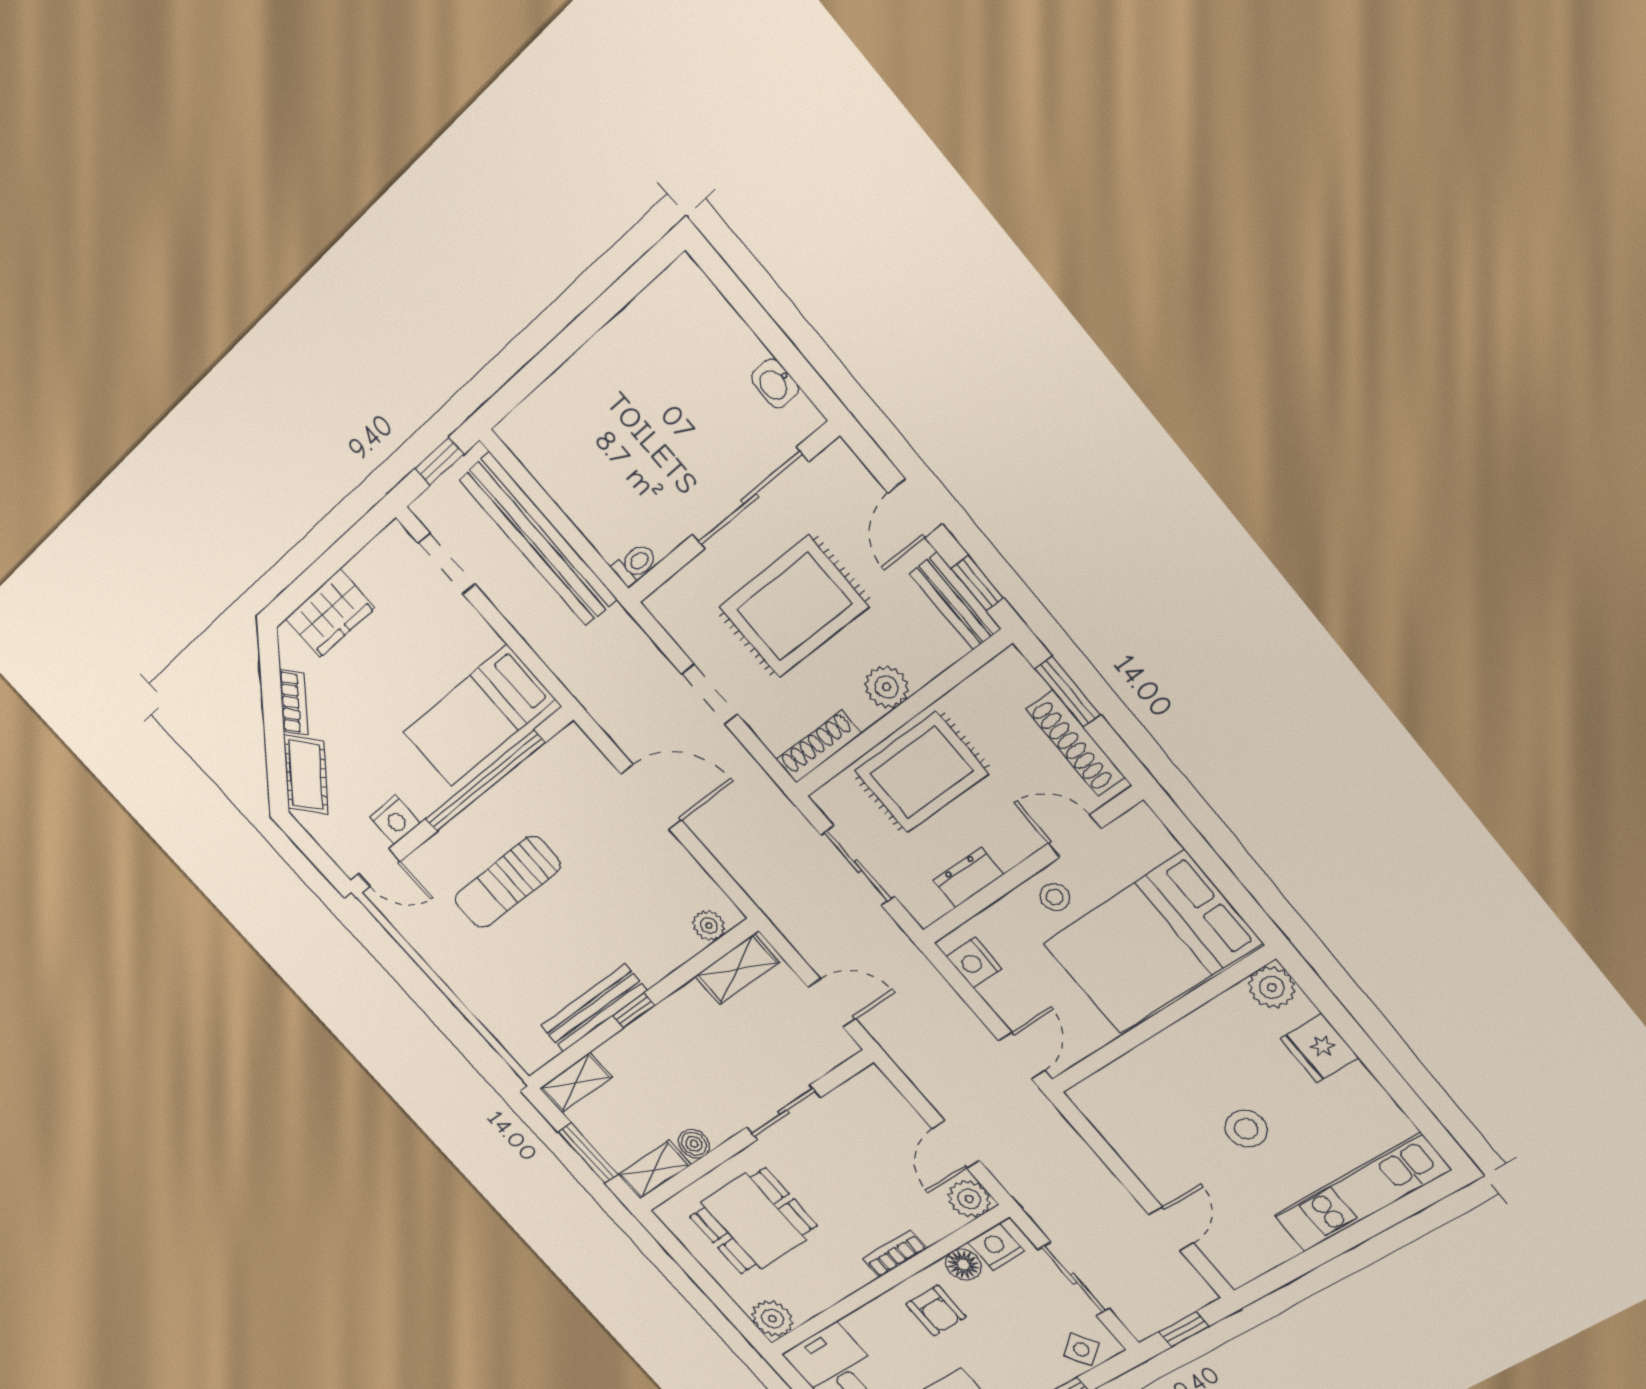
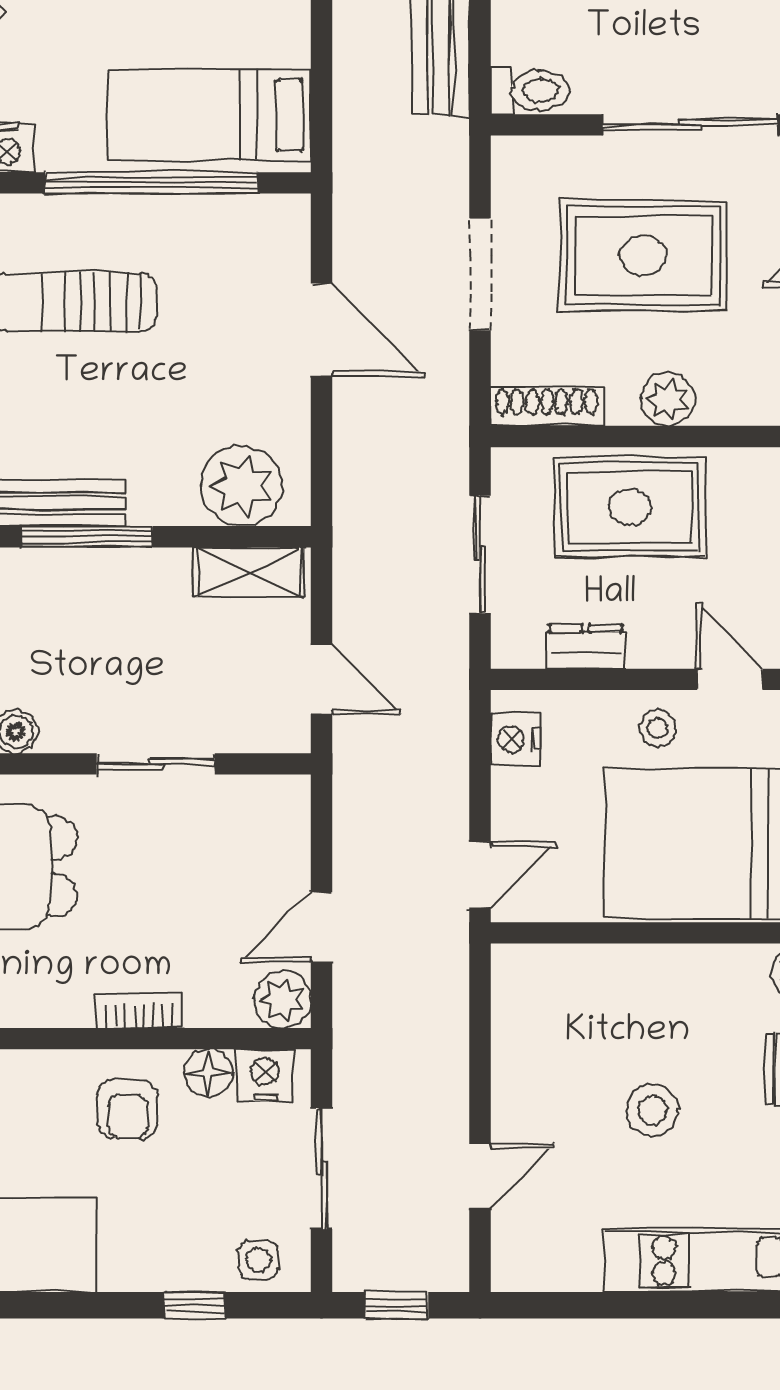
toilet: (635, 564) -> (530, 90), width x1.37, depth x1.39
doorway: (709, 694) -> (480, 274), width x1.38
plant: (709, 926) -> (241, 486), width x1.88, depth x1.88
window: (634, 1011) -> (87, 537), width x2.17
side table: (1081, 1349) -> (259, 1260), turned 36

